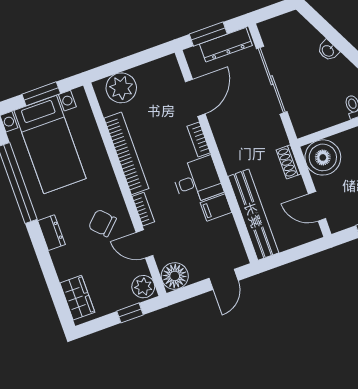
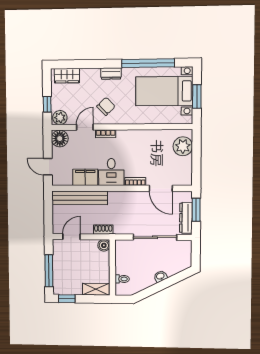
bookcase: (126, 153) -> (142, 135), removed
boiler: (323, 157) -> (104, 245), width x0.54, depth x0.54
filing cabinet: (216, 208) -> (85, 177), width x2.00

